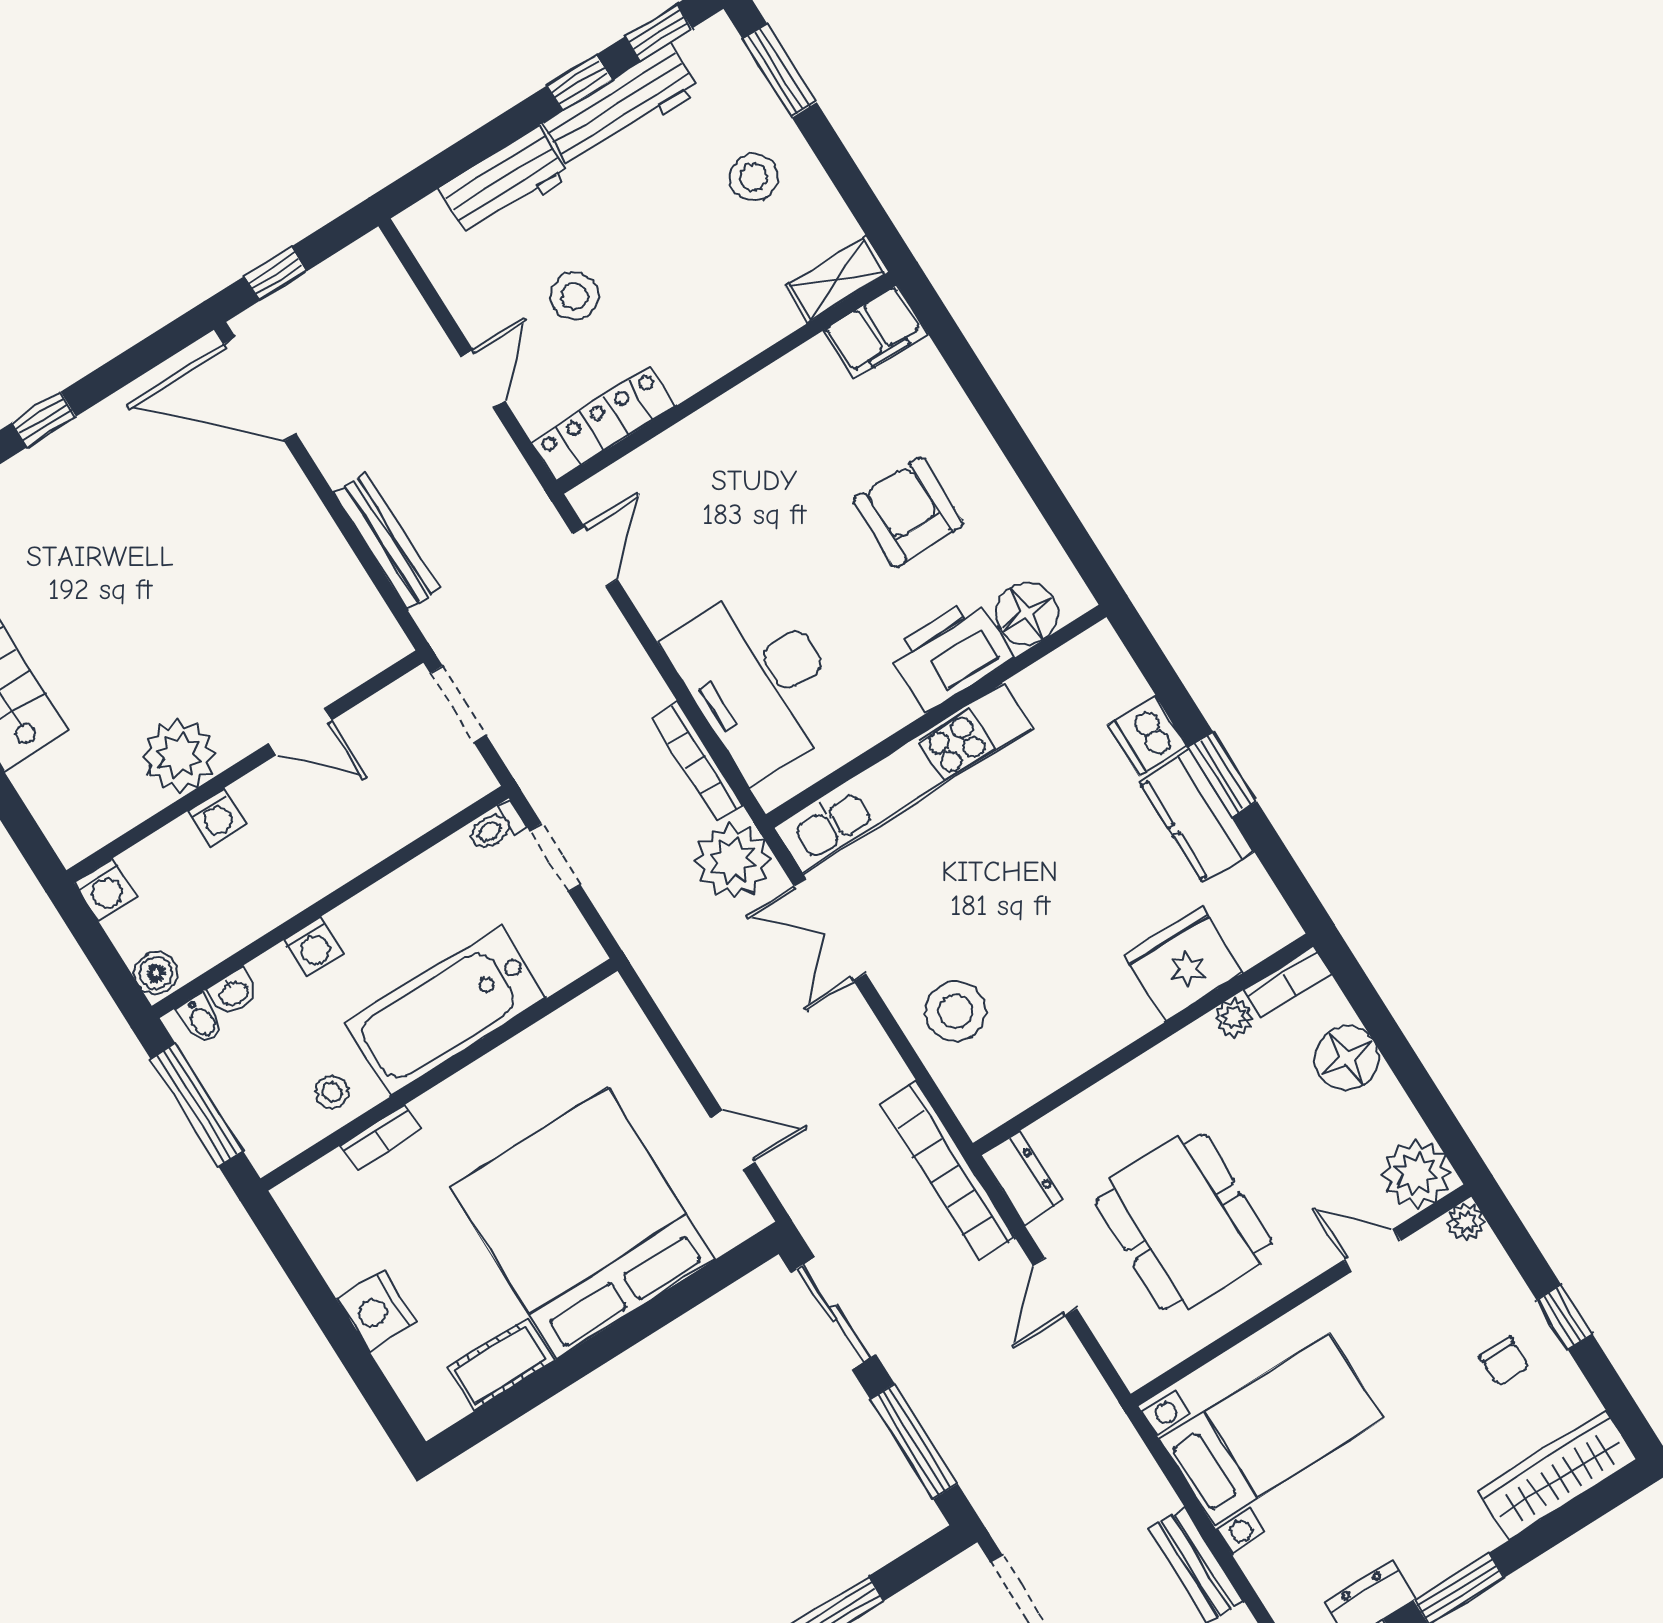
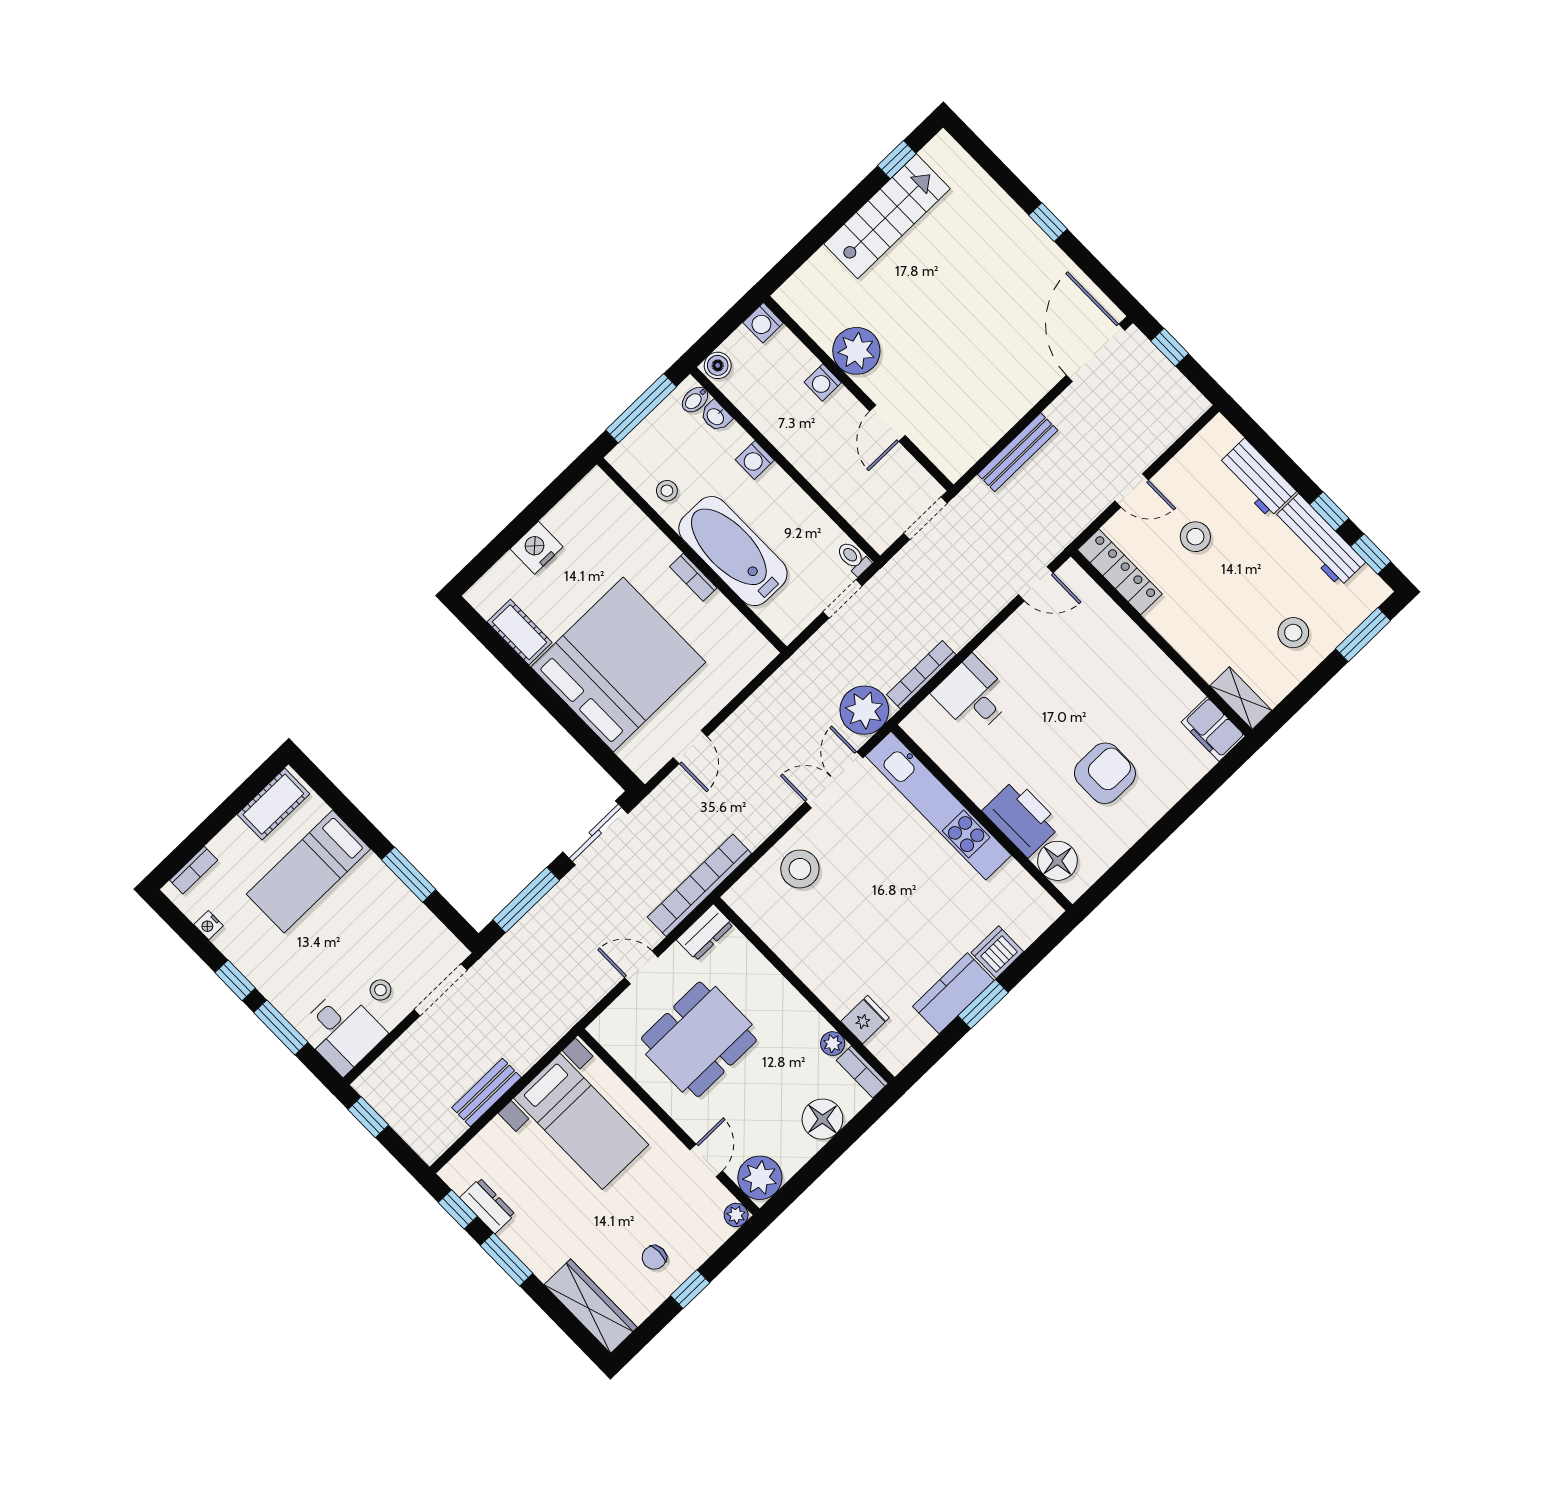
desk: (758, 681) -> (973, 696), width x0.53, depth x0.77
fridge: (1184, 964) -> (865, 1019), width x0.53, depth x0.75
bookcase: (381, 1138) -> (693, 577), moved

